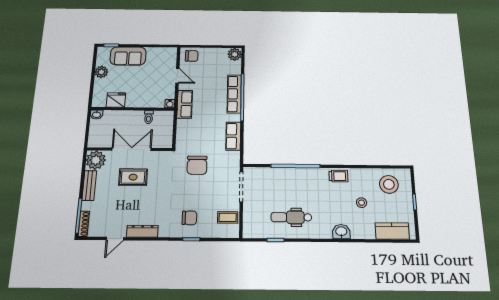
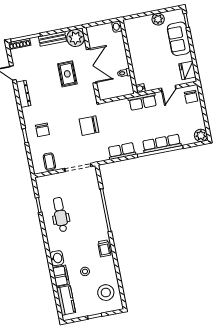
fridge: (116, 100) -> (187, 70), moved, turned 180
filing cabinet: (363, 231) -> (61, 276), added

